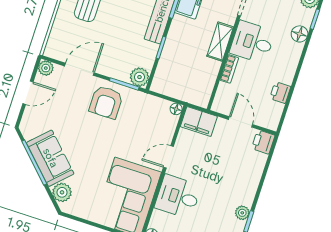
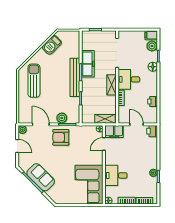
door: (79, 69) -> (41, 124), hinge flipped
plant: (139, 77) -> (62, 118), moved
door: (28, 93) -> (17, 146), hinge flipped
shelving: (191, 95) -> (105, 119), added
armchair: (106, 102) -> (61, 137), turned 90
door: (168, 157) -> (104, 144), moved
plant: (62, 192) -> (53, 193), removed

